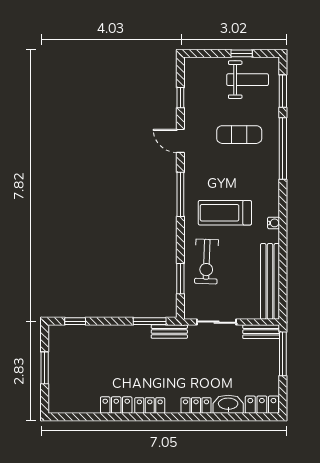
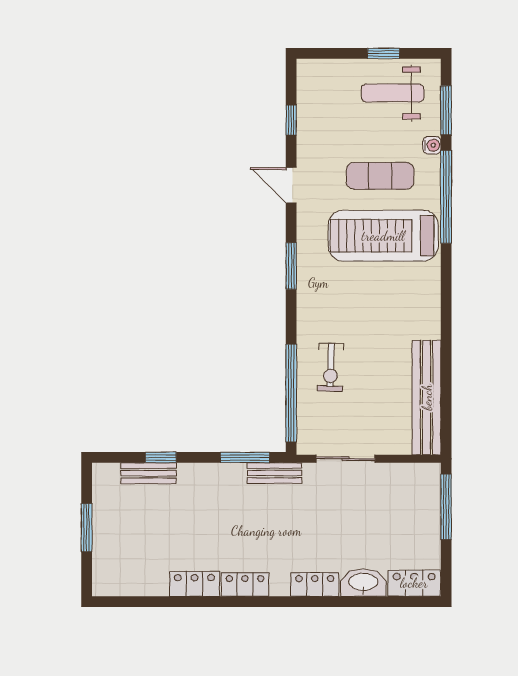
weight bench: (248, 80) -> (393, 93), turned 180
window: (180, 194) -> (291, 266), width x0.69
treadmill: (225, 213) -> (383, 236), moved, width x1.37, depth x1.38
water cooler: (274, 223) -> (432, 145), moved
exercise bike: (207, 262) -> (331, 367), width x0.73, depth x0.72
window: (180, 279) -> (291, 393), width x2.11
window: (75, 321) -> (161, 457), moved
bench: (261, 332) -> (149, 473), moved

